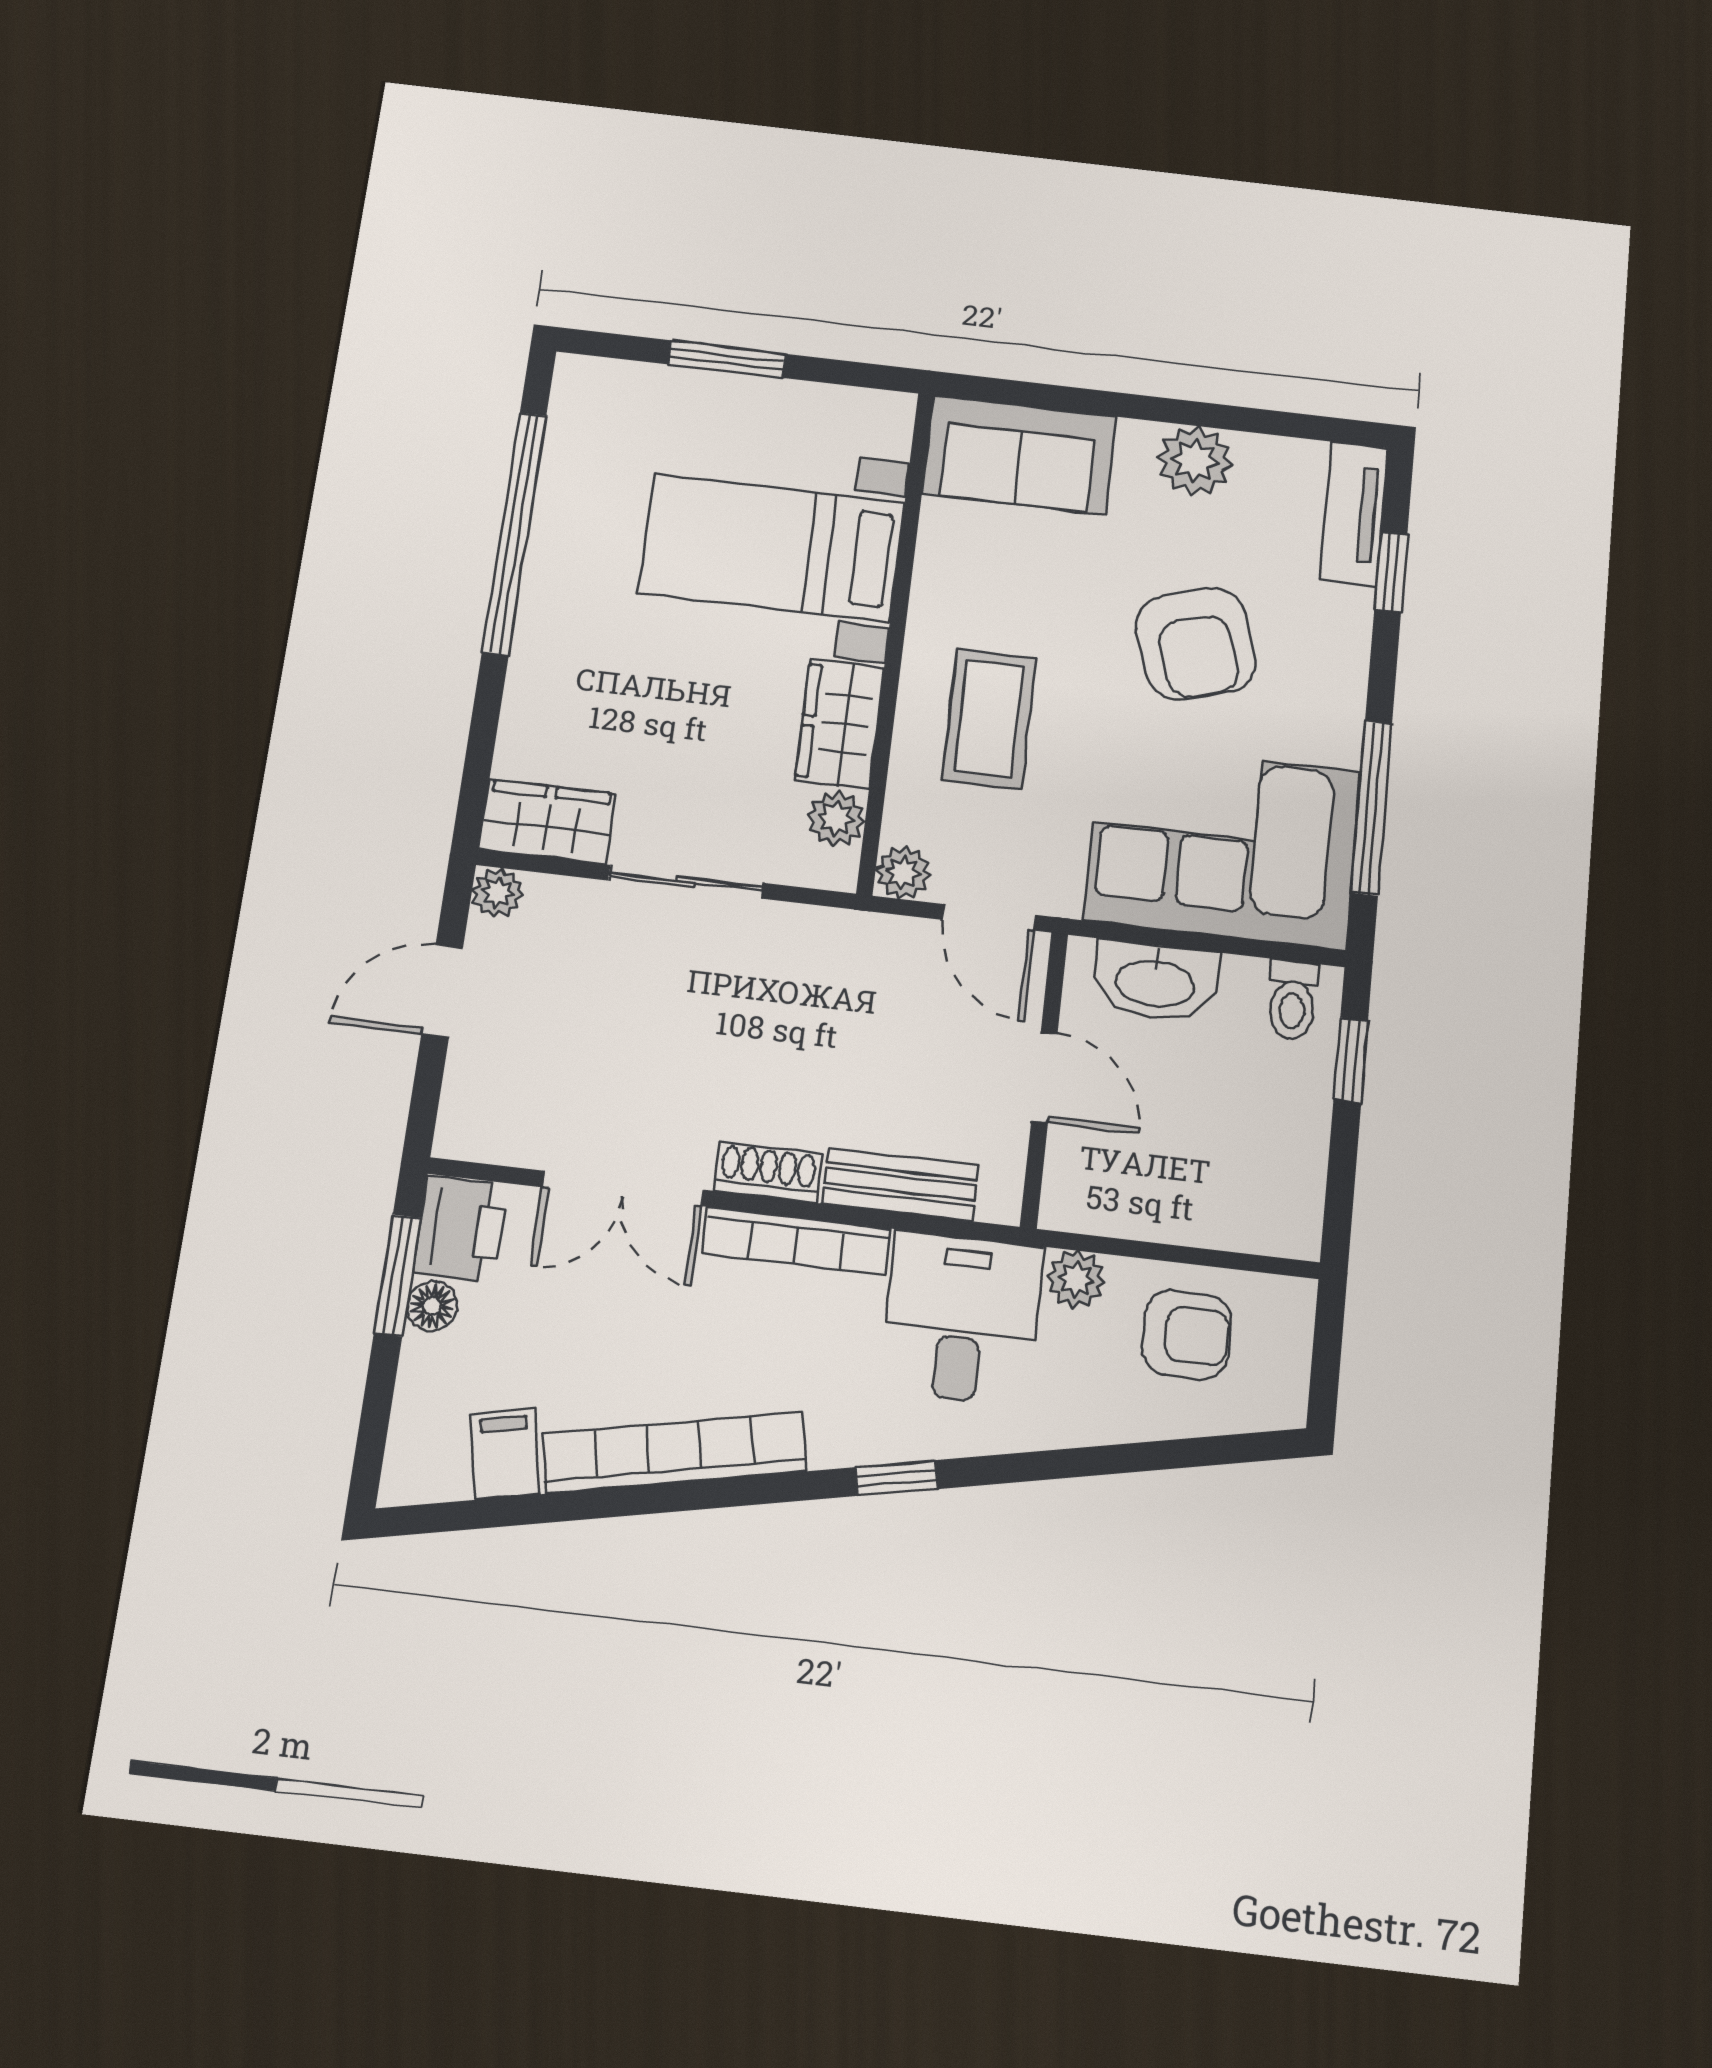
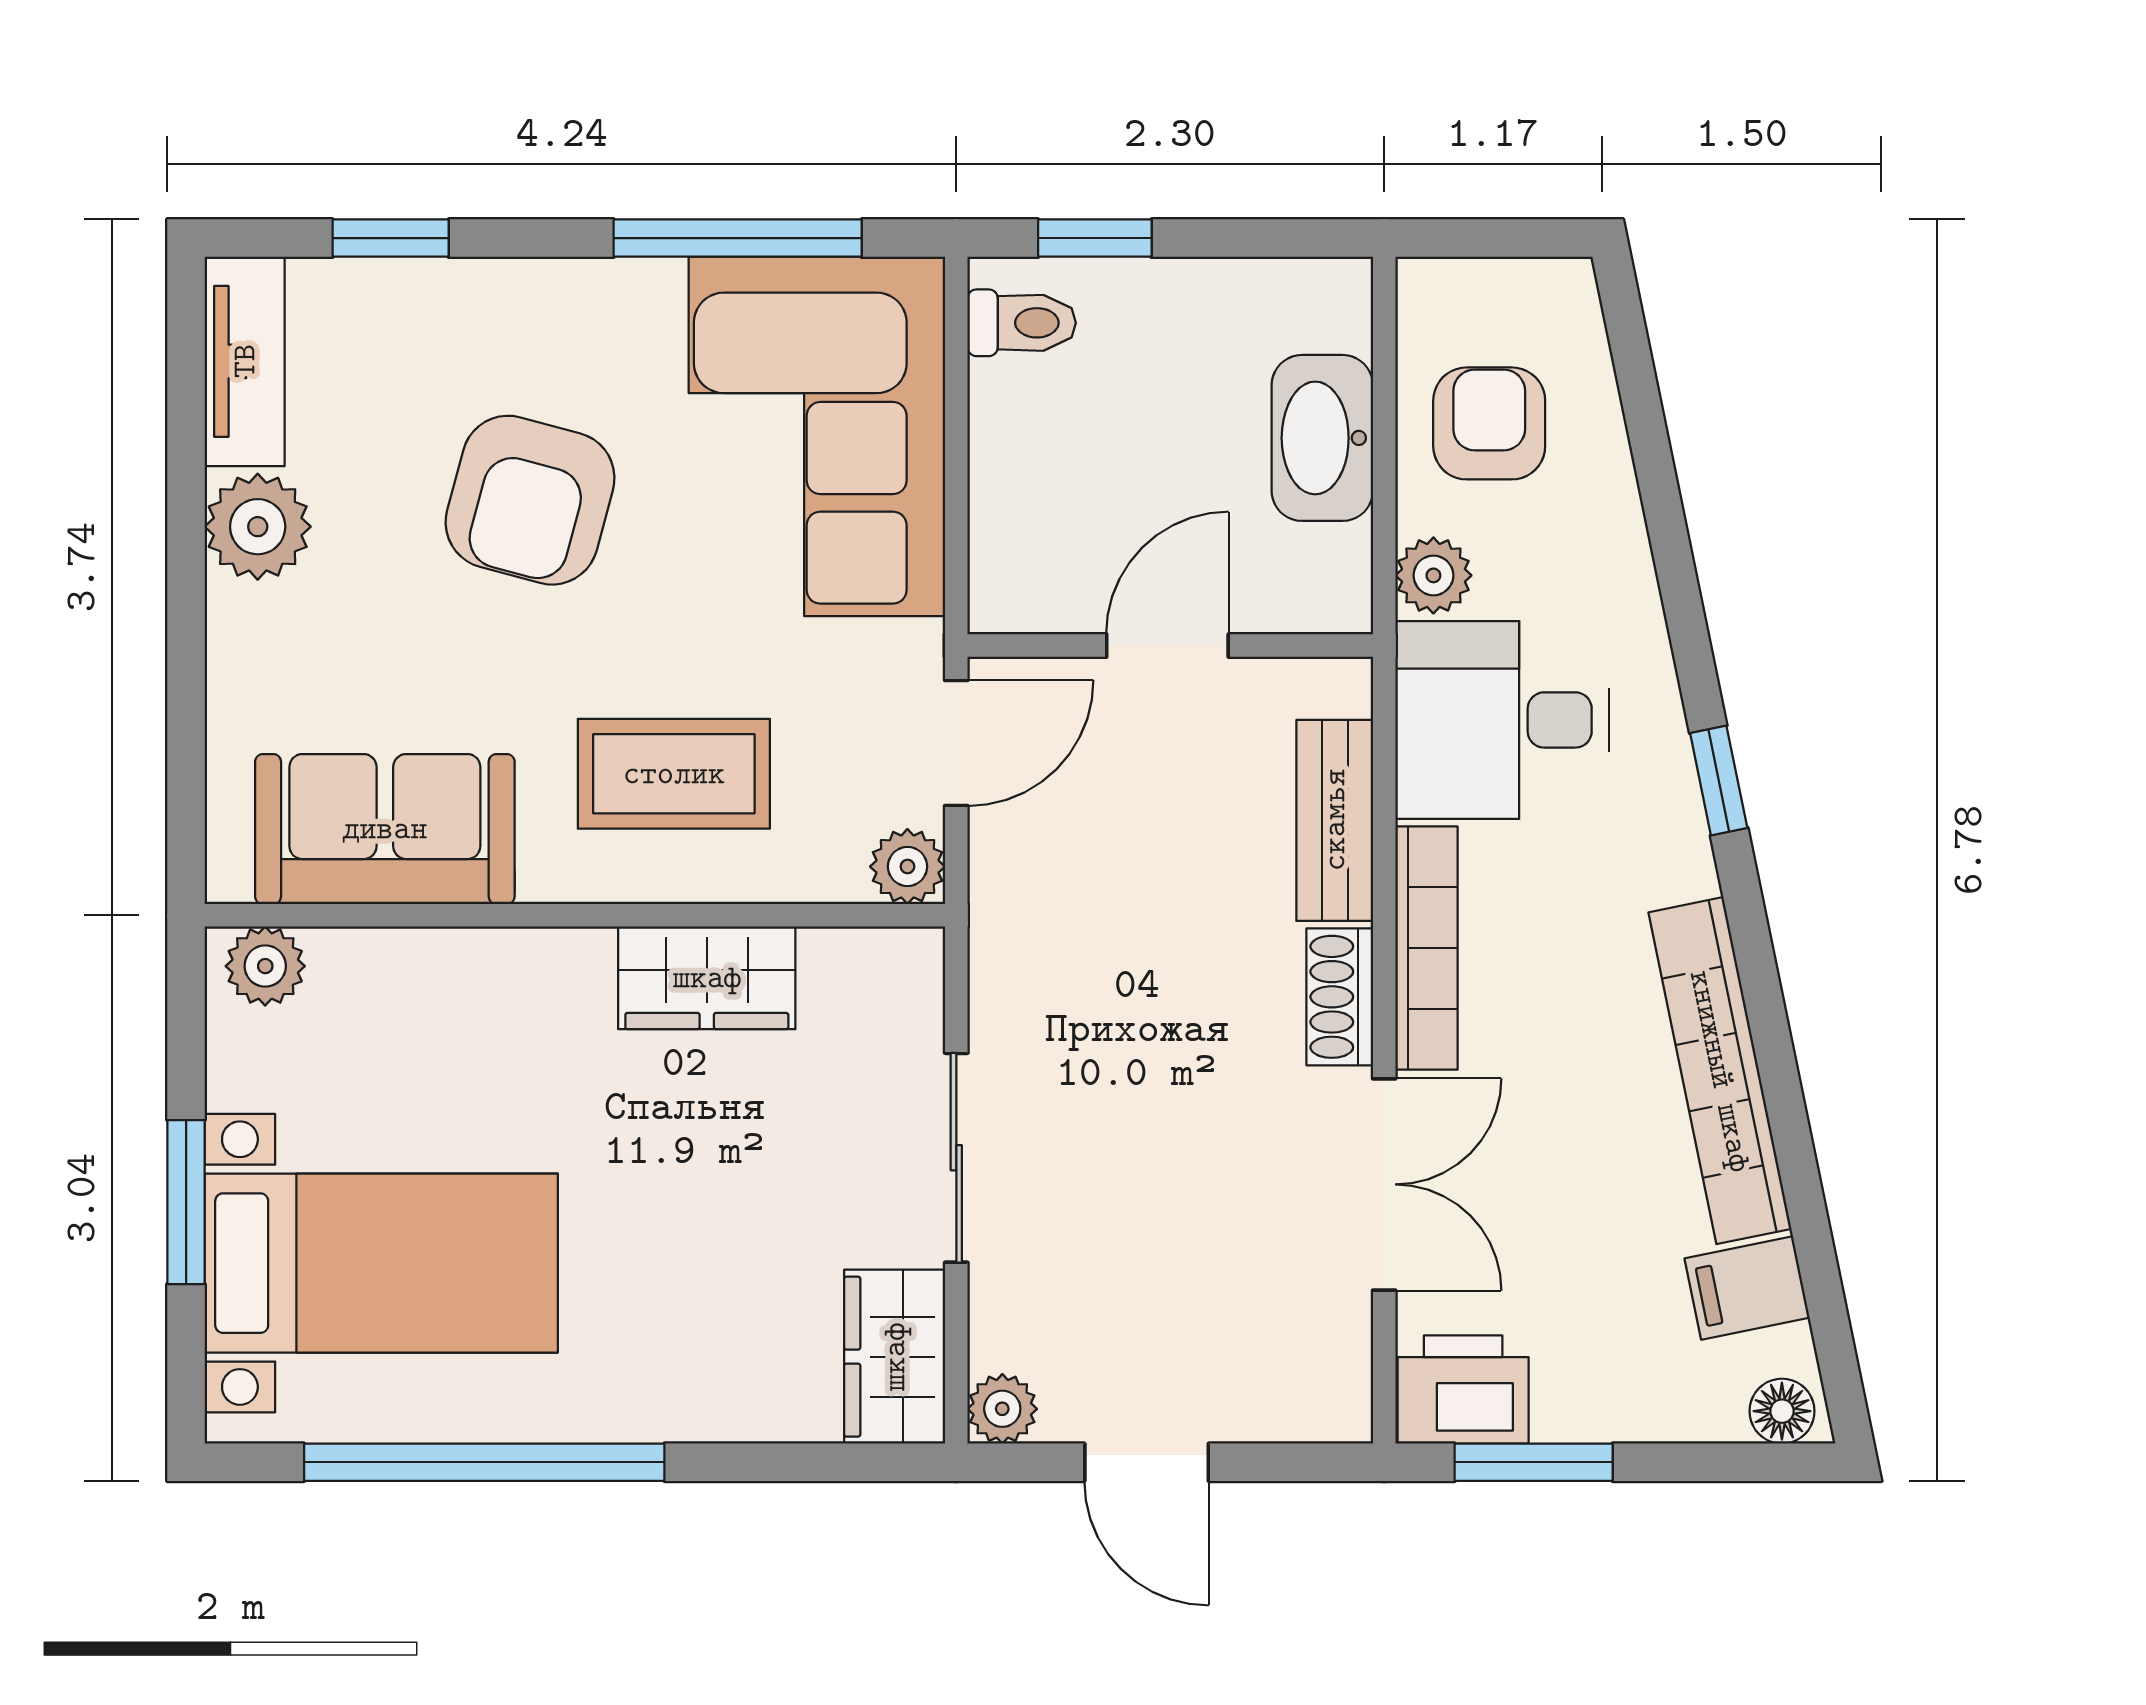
sofa: (1019, 455) -> (385, 829), moved, turned -90
tv unit: (1354, 514) -> (245, 361), moved, turned -90
bed with nightstands: (772, 548) -> (381, 1263), moved, turned -90
armchair: (1196, 644) -> (530, 500), turned 122
plant: (836, 819) -> (265, 966), moved
washbasin: (1155, 981) -> (1322, 438), moved, turned 180
floor lamp: (432, 1306) -> (1782, 1411), moved

